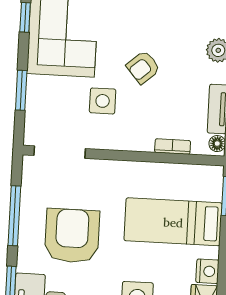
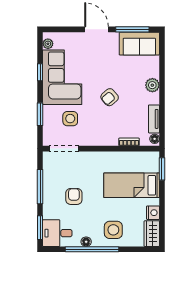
side table: (103, 101) -> (70, 119), moved
armchair: (72, 236) -> (74, 196), width x0.53, depth x0.53

